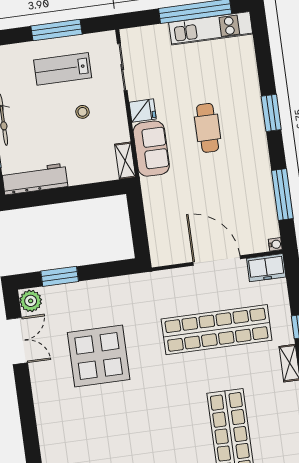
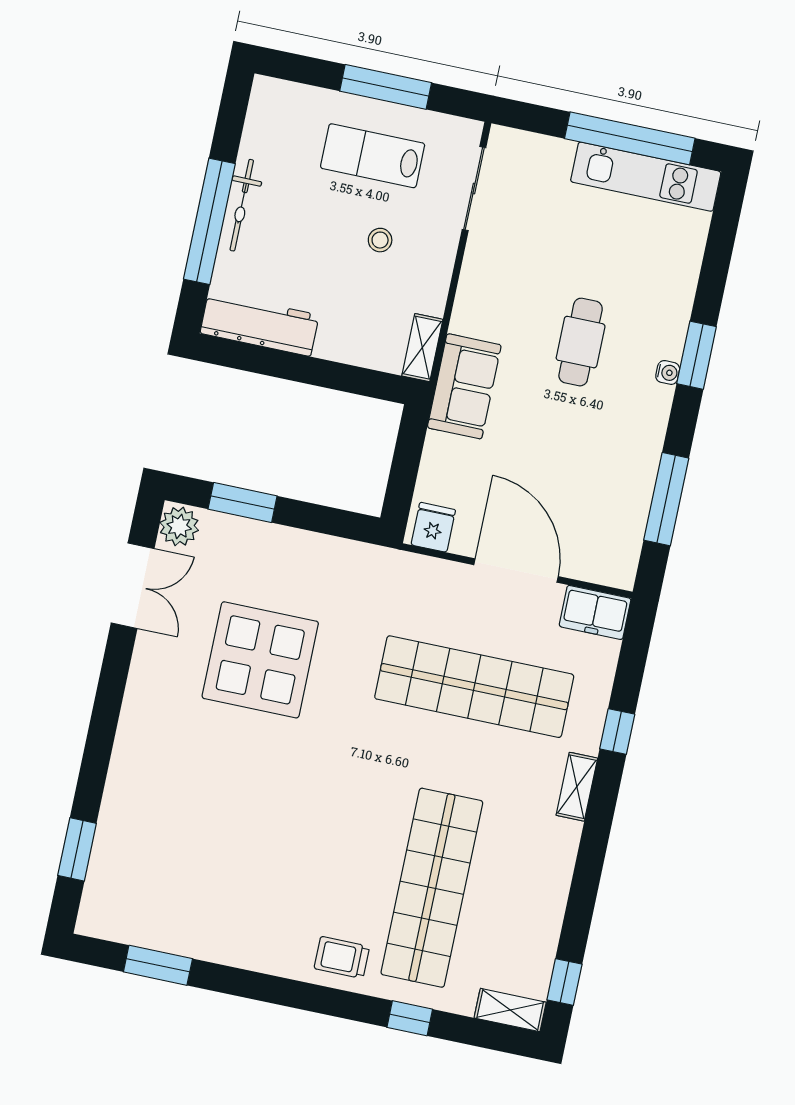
fridge: (143, 111) -> (433, 527), moved, turned -90
sofa: (151, 149) -> (464, 386), moved
water cooler: (275, 244) -> (668, 372), moved

